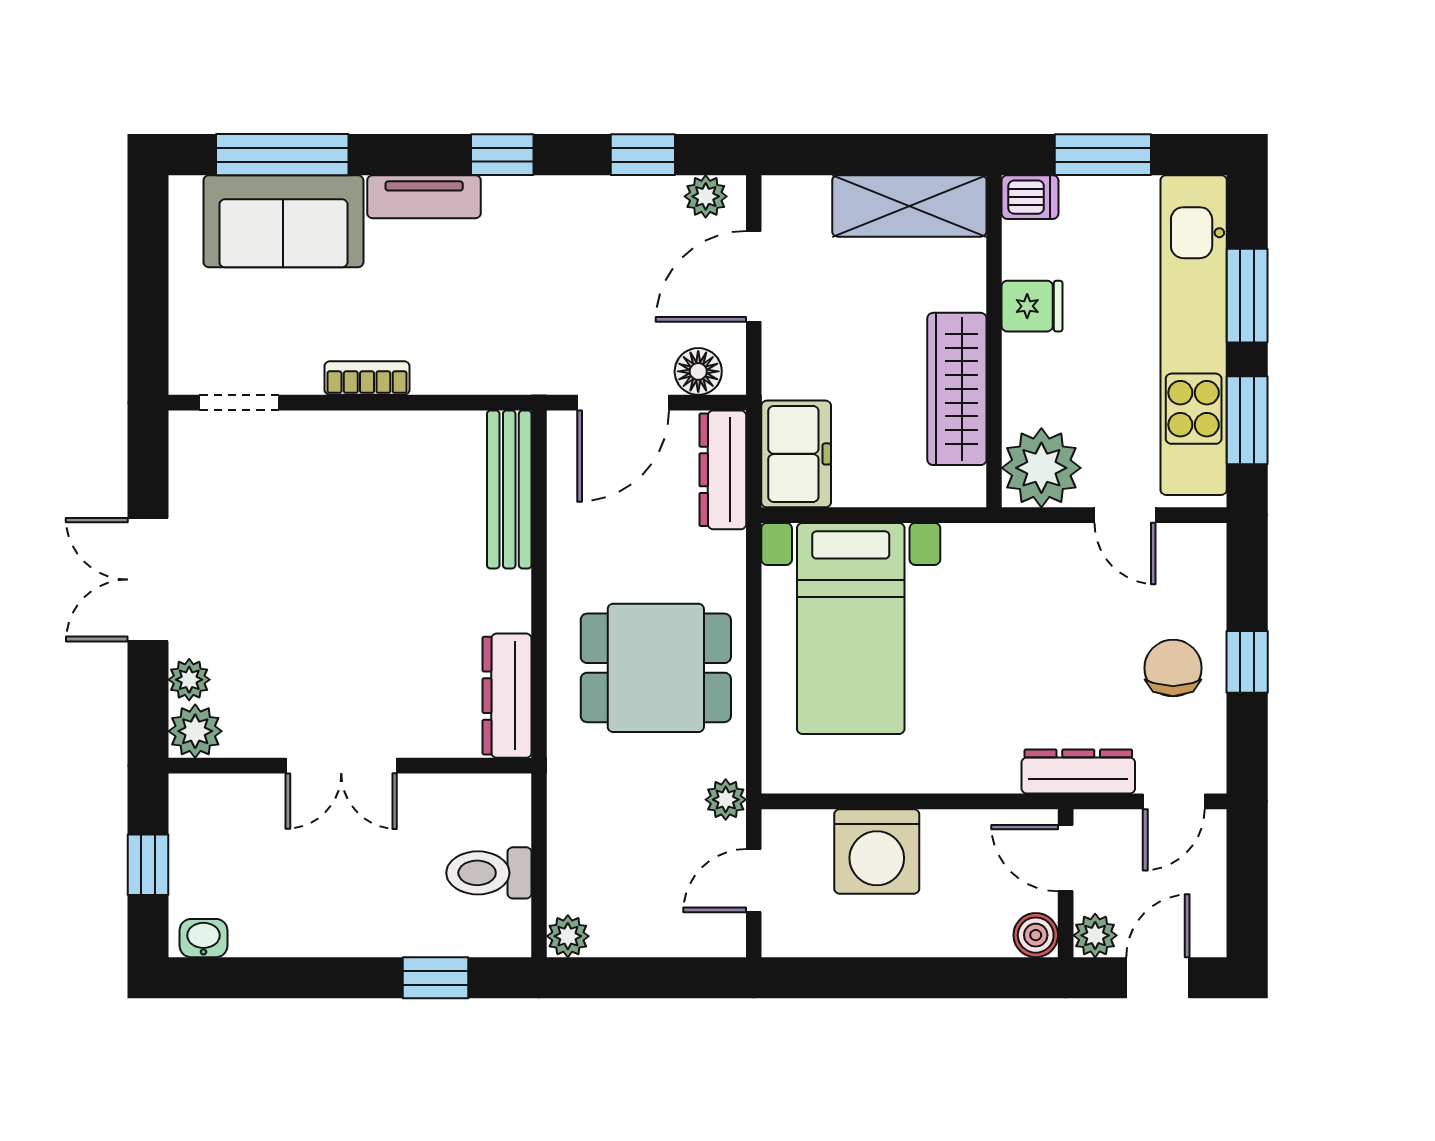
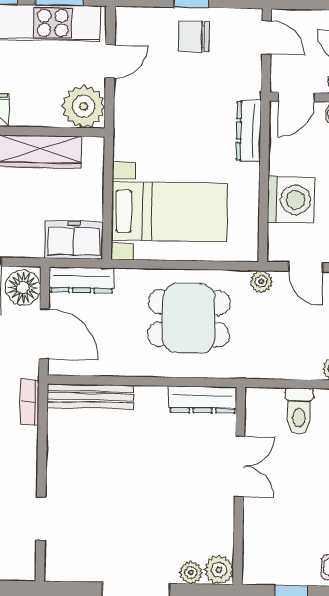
floor lamp: (698, 371) -> (23, 288), width x1.38, depth x1.38
bookcase: (367, 378) -> (29, 402), moved
doorway: (239, 403) -> (41, 519), moved
dining table: (656, 668) -> (189, 318), turned 90
double door: (341, 766) -> (240, 466), moved
dresser: (1078, 772) -> (249, 131), moved

